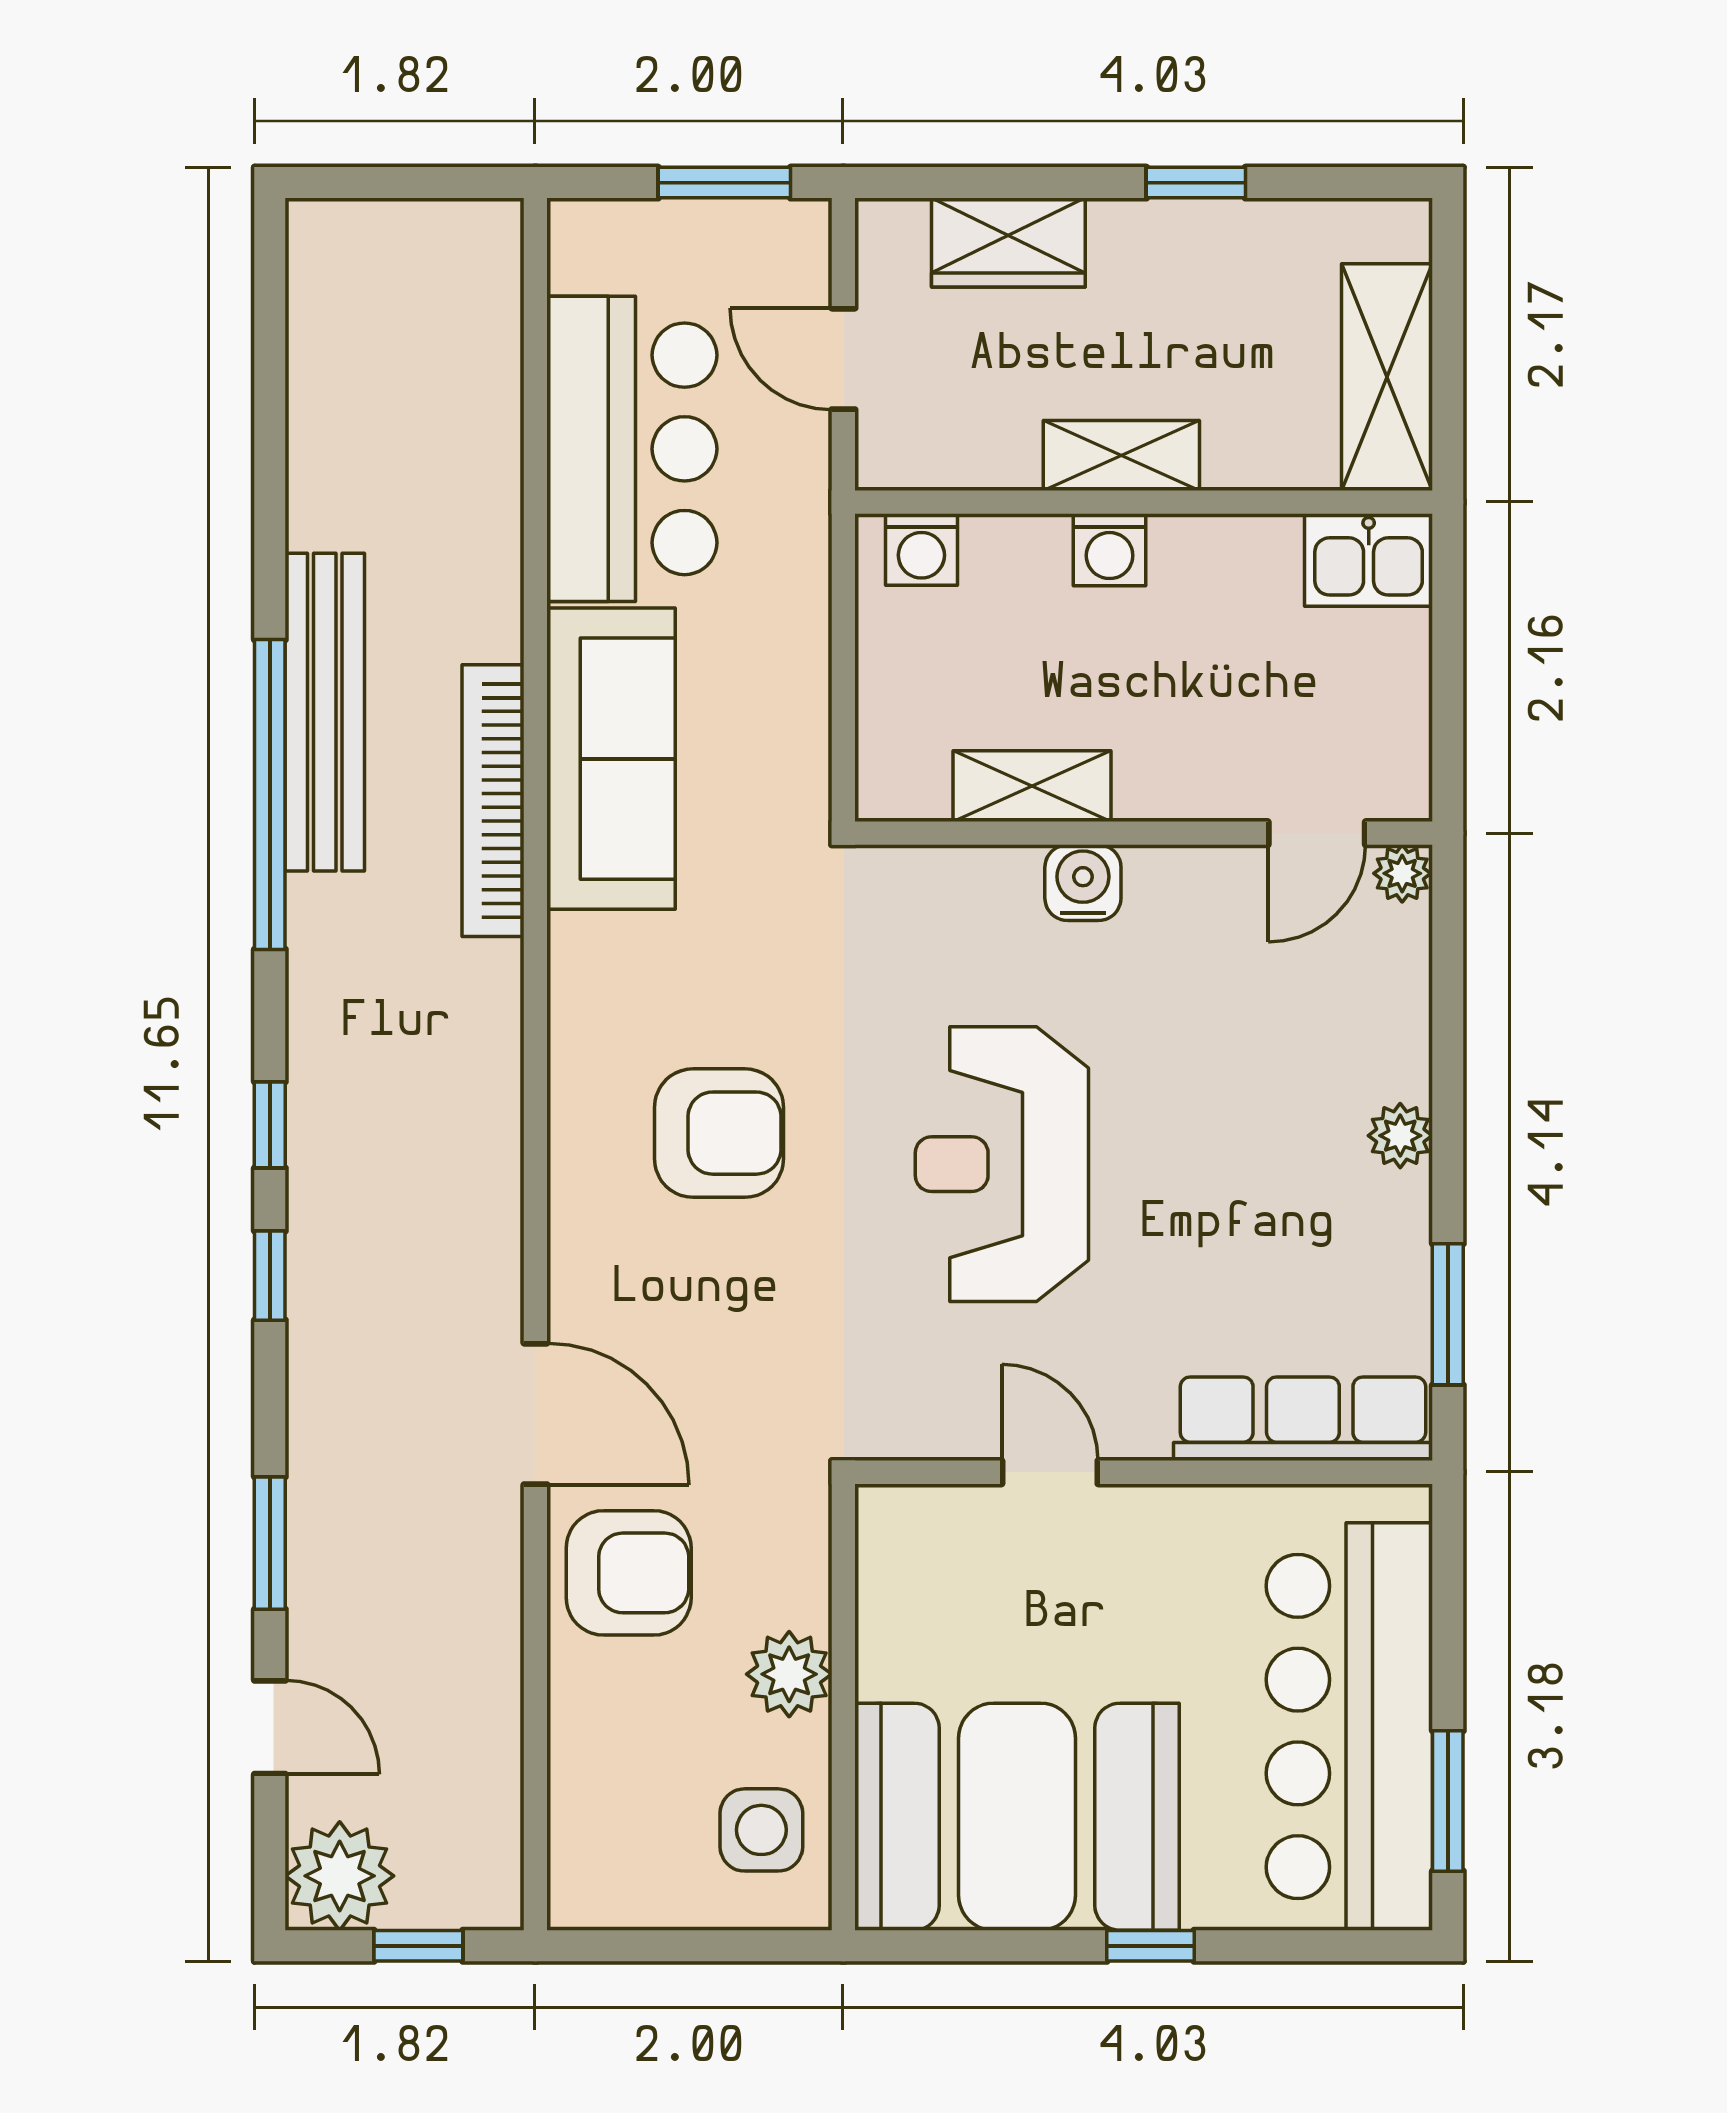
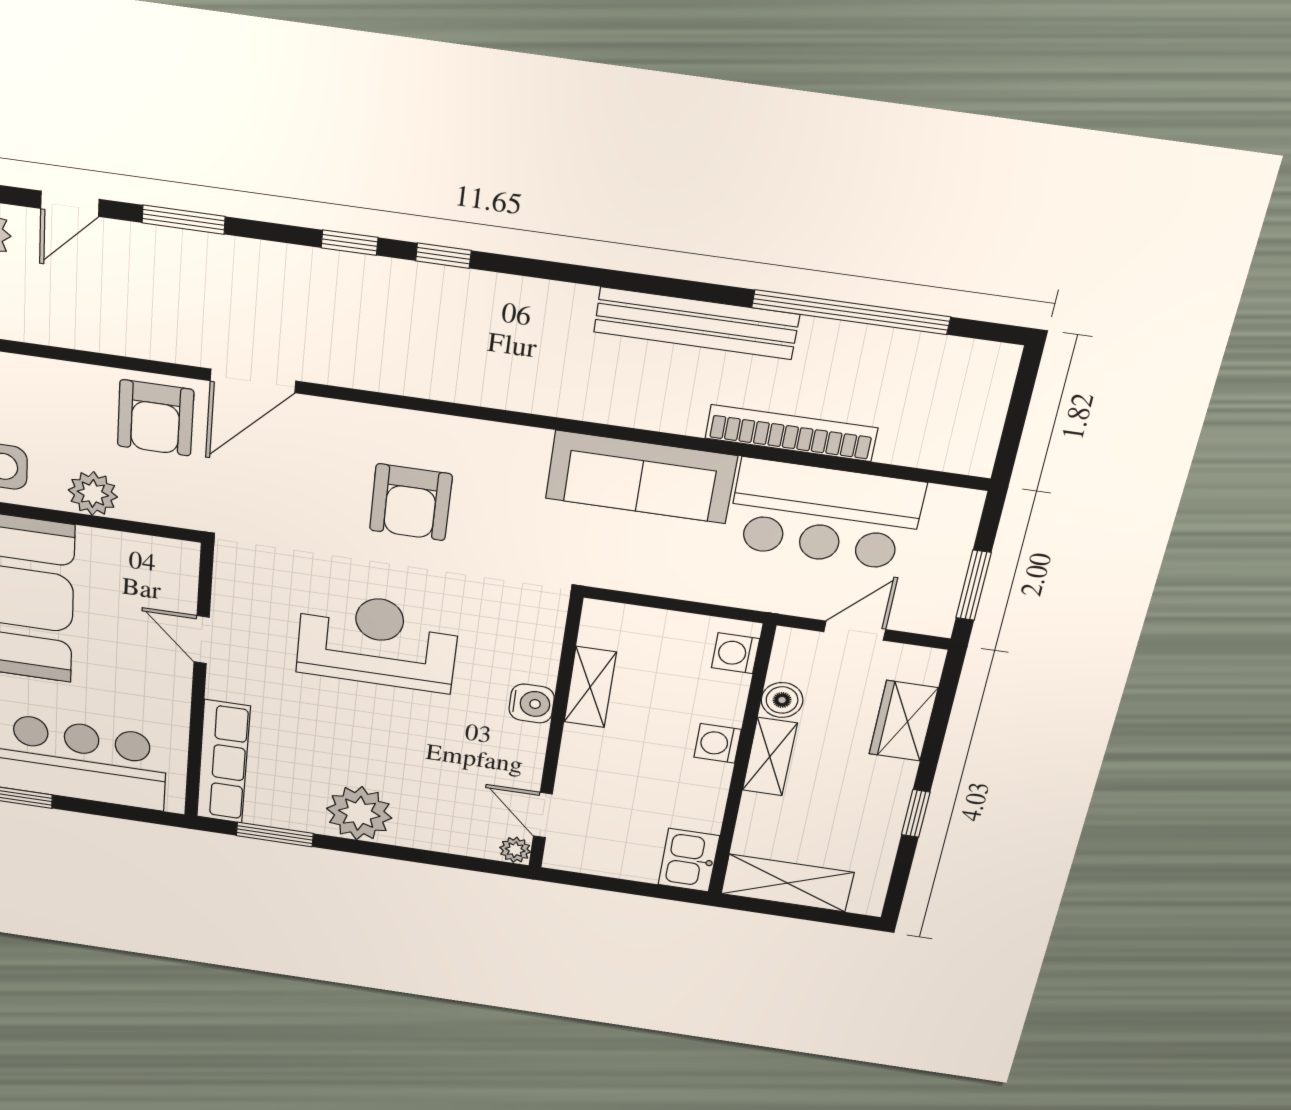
boiler: (1002, 455) -> (782, 700), added
window: (270, 795) -> (851, 312), moved
bookcase: (493, 801) -> (791, 433), moved
plant: (1400, 1136) -> (359, 813), width x1.88, depth x1.88
door: (1050, 1472) -> (202, 640), swing flipped

